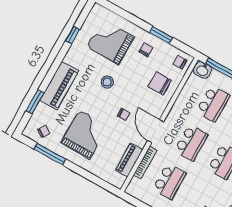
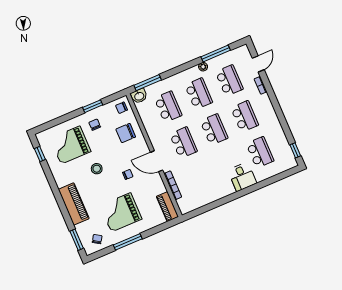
window: (73, 35) -> (40, 154), moved
window: (35, 102) -> (77, 240), moved
grand piano: (85, 134) -> (121, 212), turned -90
window: (50, 154) -> (128, 242), moved
piano: (129, 160) -> (167, 207), moved
school desk: (169, 181) -> (199, 179), removed

